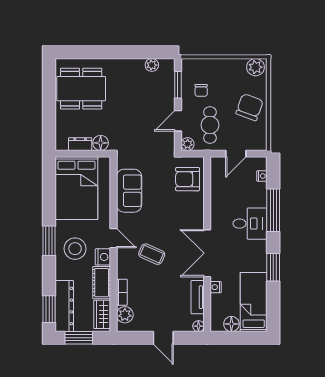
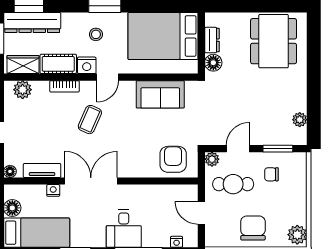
chair: (250, 107) -> (253, 228), turned -110
door: (178, 121) -> (238, 149), hinge flipped
stool: (75, 249) -> (96, 34), width x0.53, depth x0.53
bookcase: (122, 292) -> (64, 86), moved

